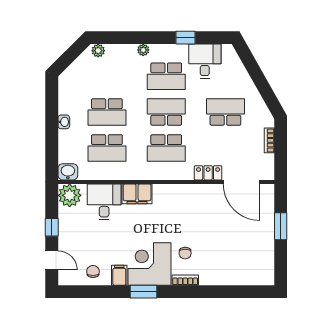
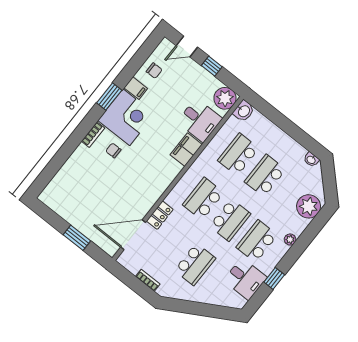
plant: (98, 51) -> (309, 206), width x1.87, depth x1.87
washbasin: (64, 122) -> (311, 160), moved

